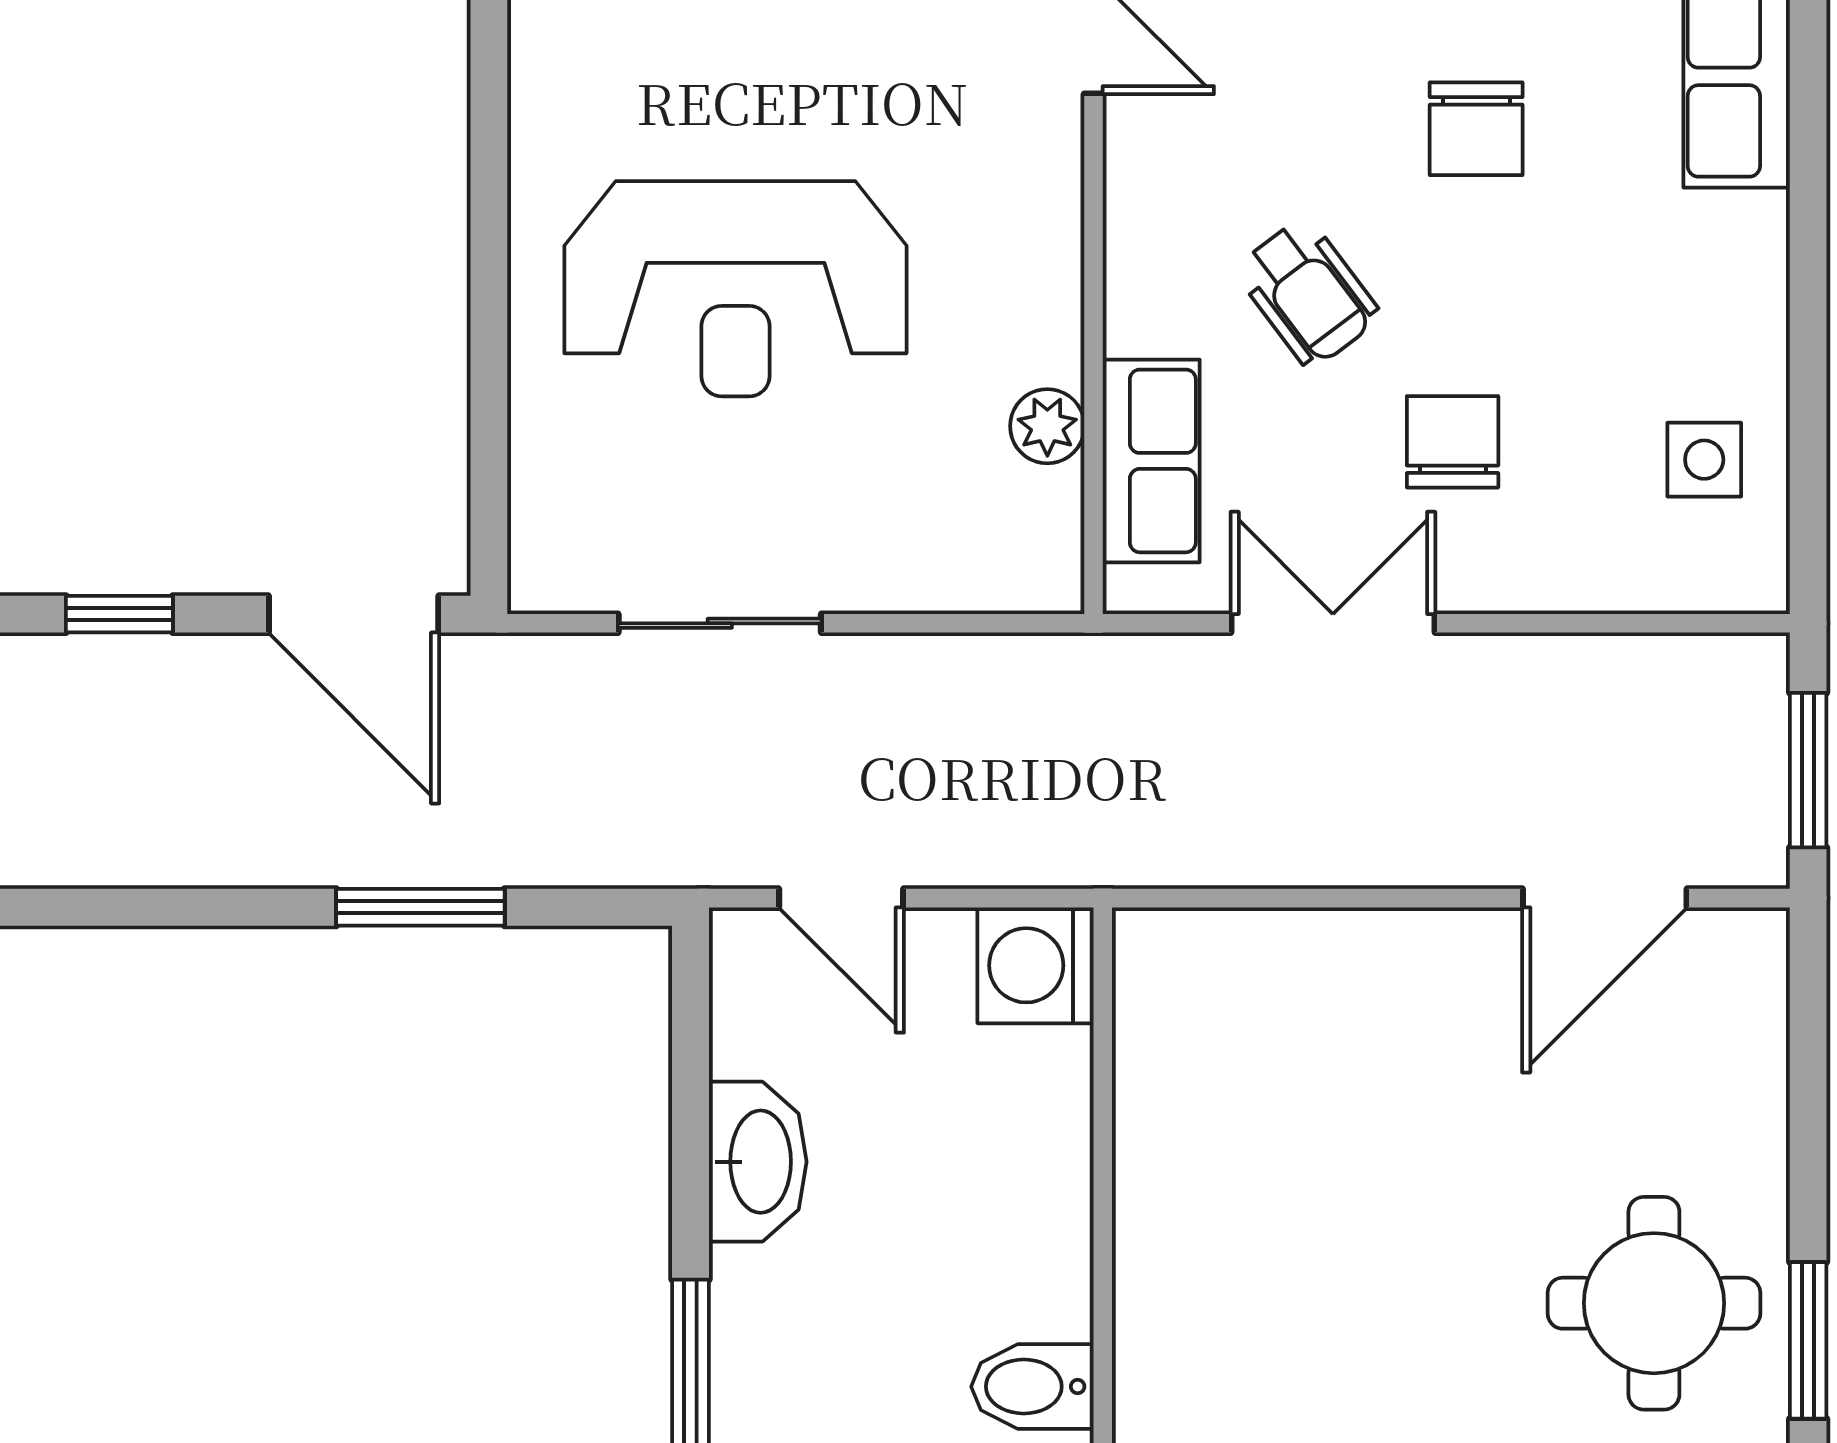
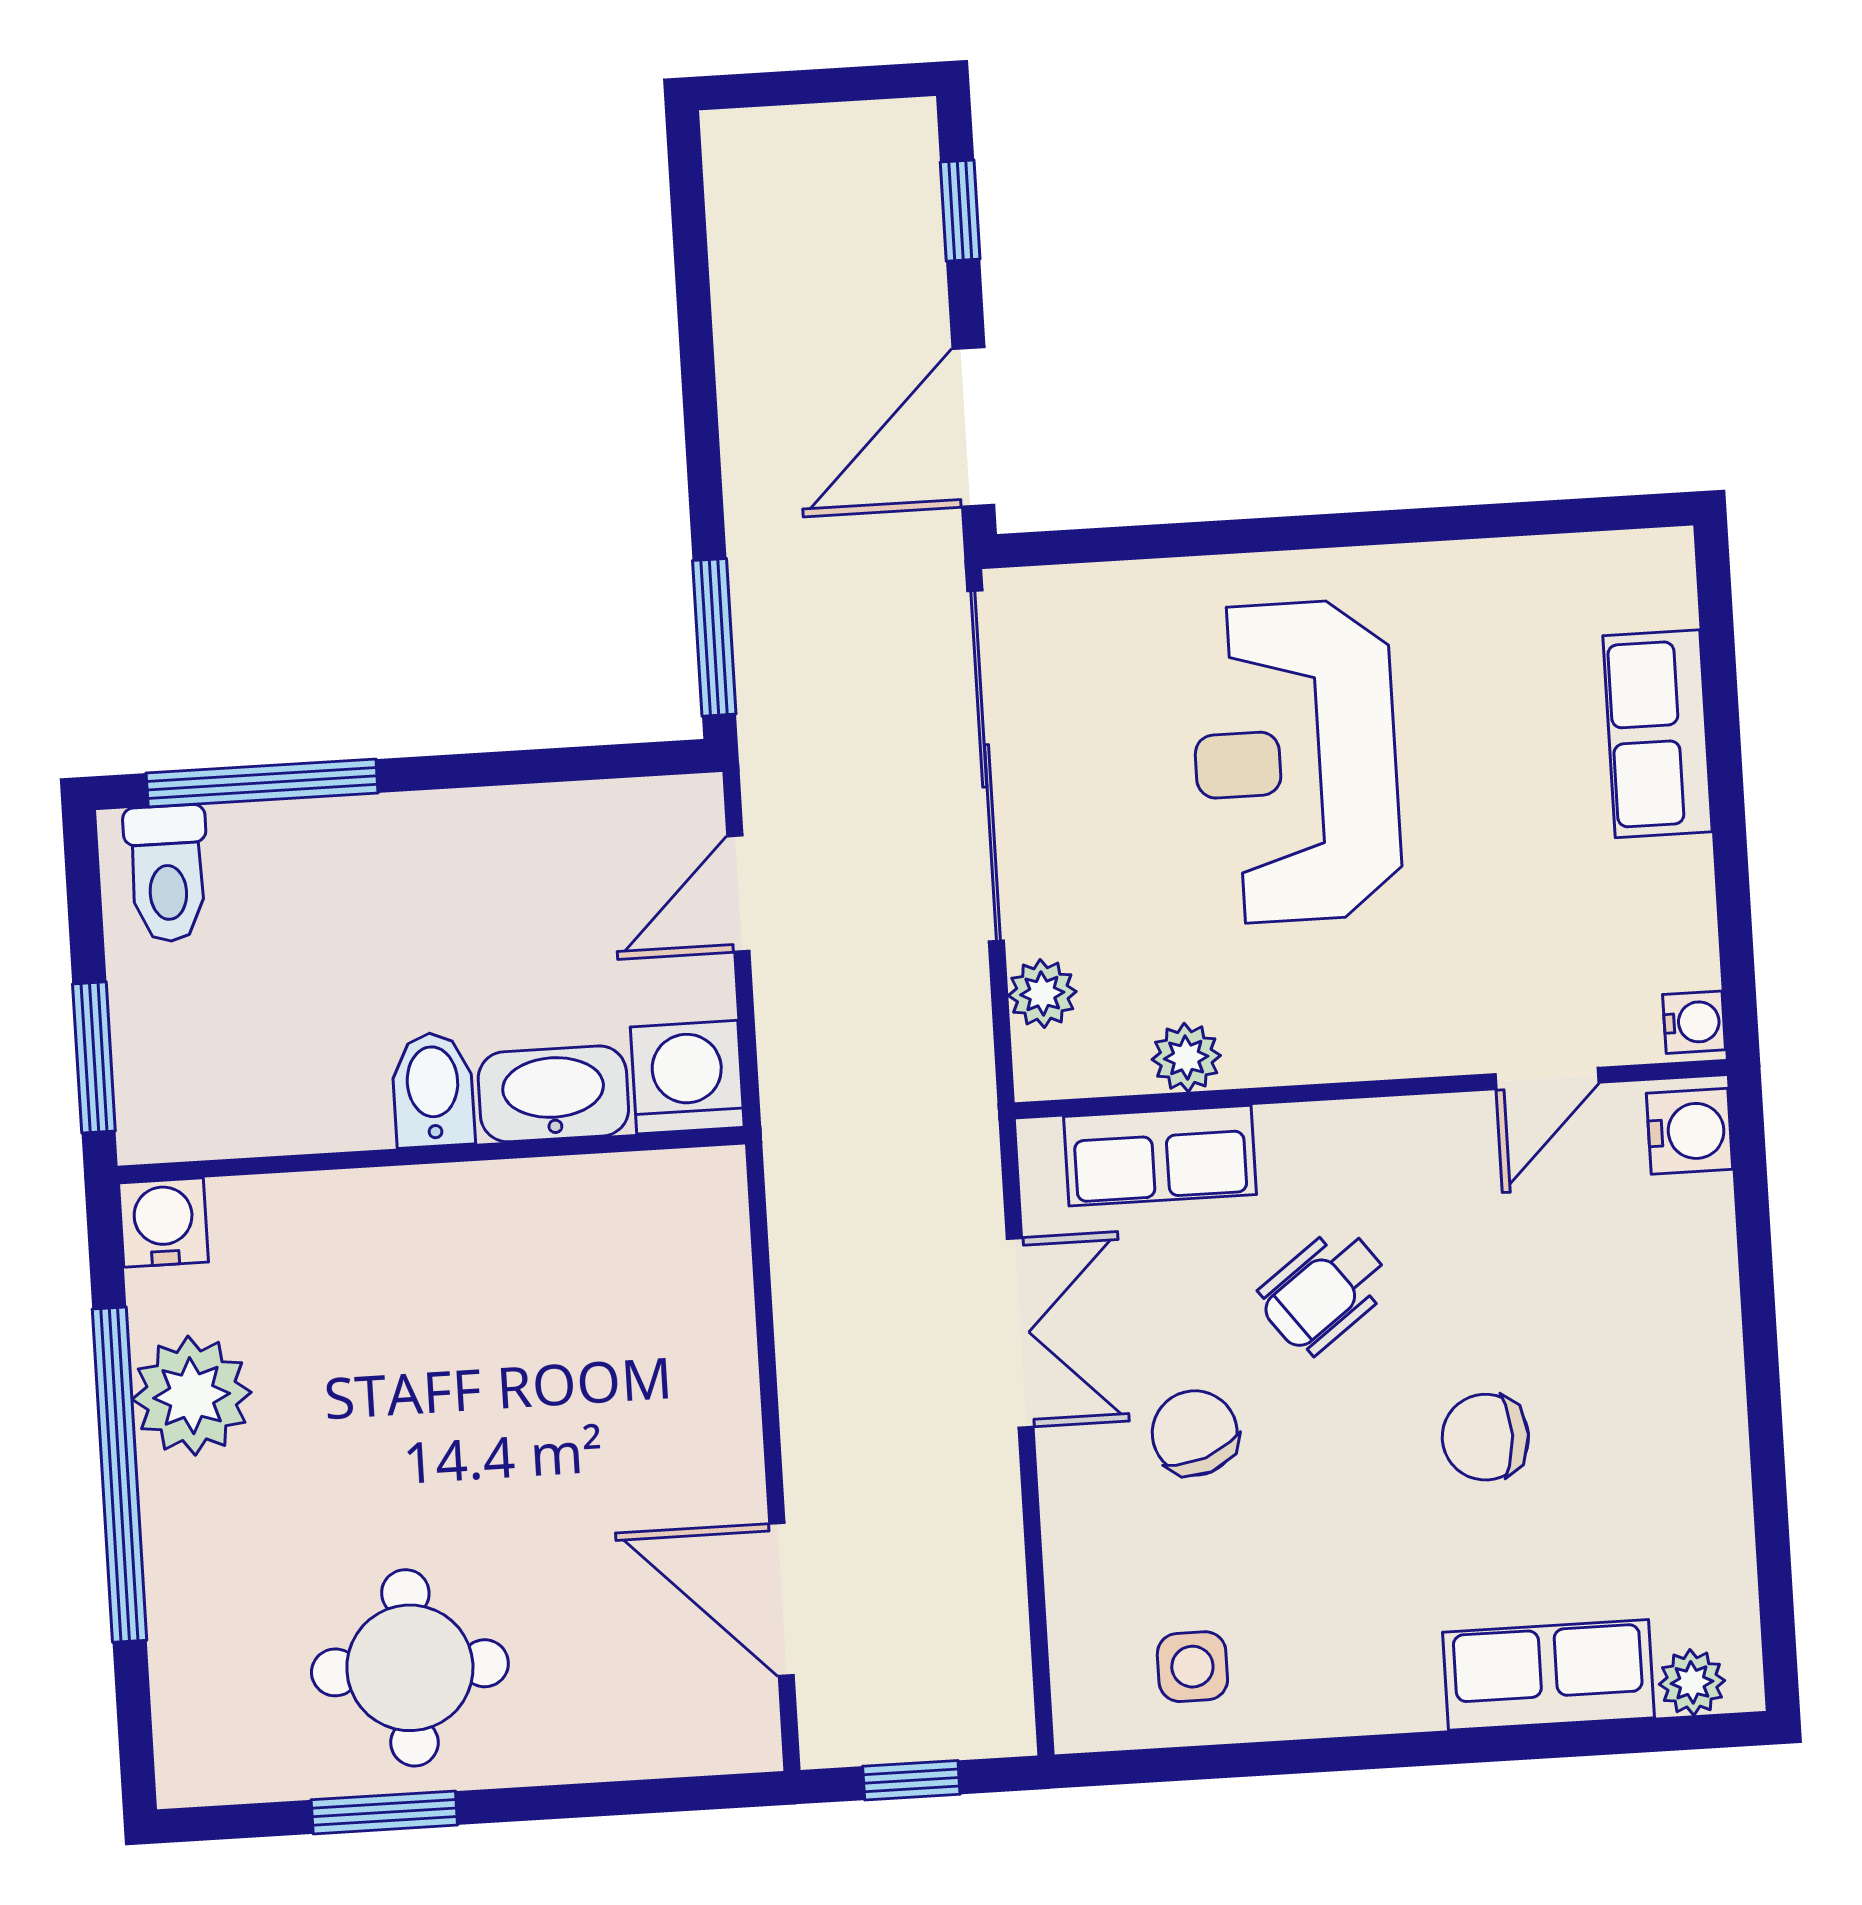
chair: (1453, 442) -> (1195, 1433), turned -110
plant: (969, 577) -> (1042, 994), added
sliding door: (720, 623) -> (986, 766), width x1.86
window: (1808, 770) -> (911, 1780), width x0.67
window: (420, 907) -> (714, 637), moved
washbasin: (758, 1162) -> (553, 1094), moved, turned 180
bidet: (1032, 1387) -> (433, 1090), moved

